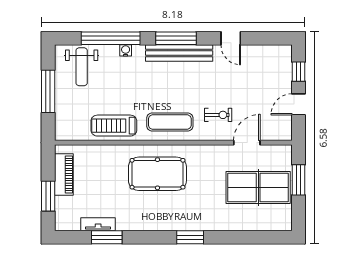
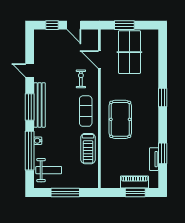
door: (231, 38) -> (30, 70), swing flipped
piano: (64, 174) -> (135, 182), moved

